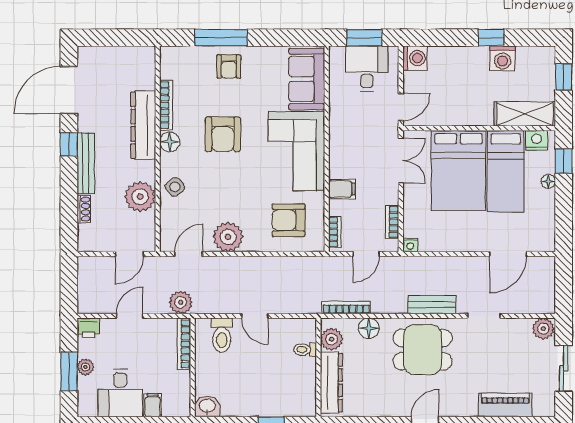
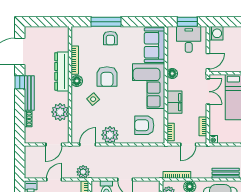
floor lamp: (338, 129) -> (172, 73), added
side table: (175, 187) -> (93, 99), moved
filing cabinet: (342, 189) -> (175, 102), width x2.00

